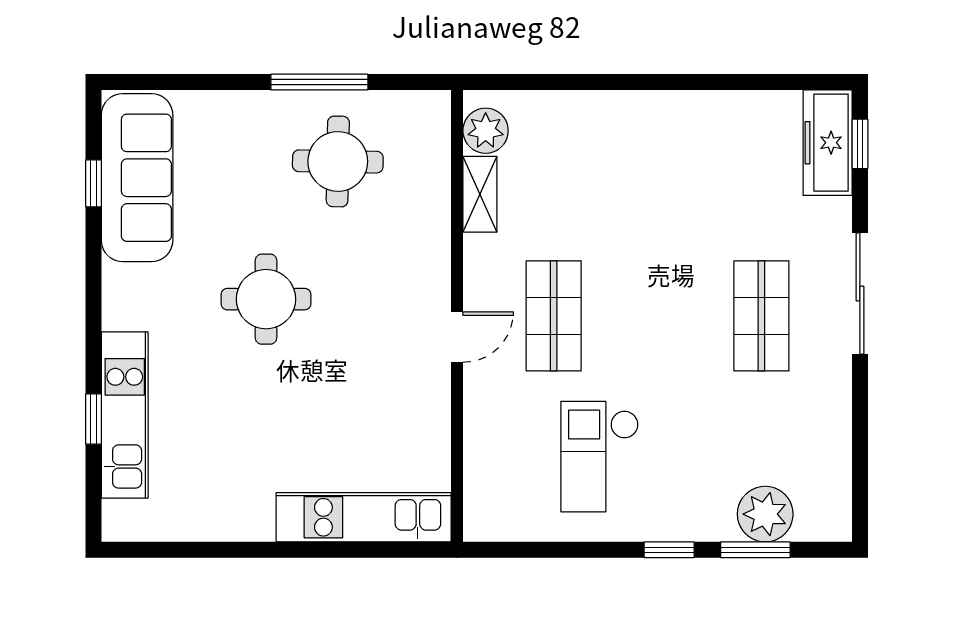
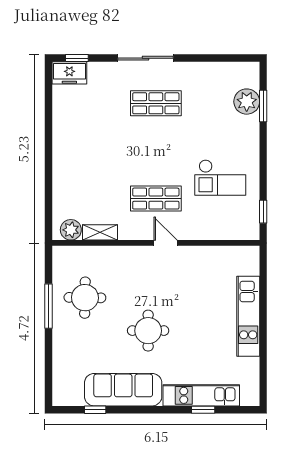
freezer: (828, 143) -> (69, 73), width x0.71
sofa: (137, 178) -> (123, 390), moved
kitchen unit: (364, 517) -> (248, 316), moved
window: (669, 550) -> (263, 212), moved

